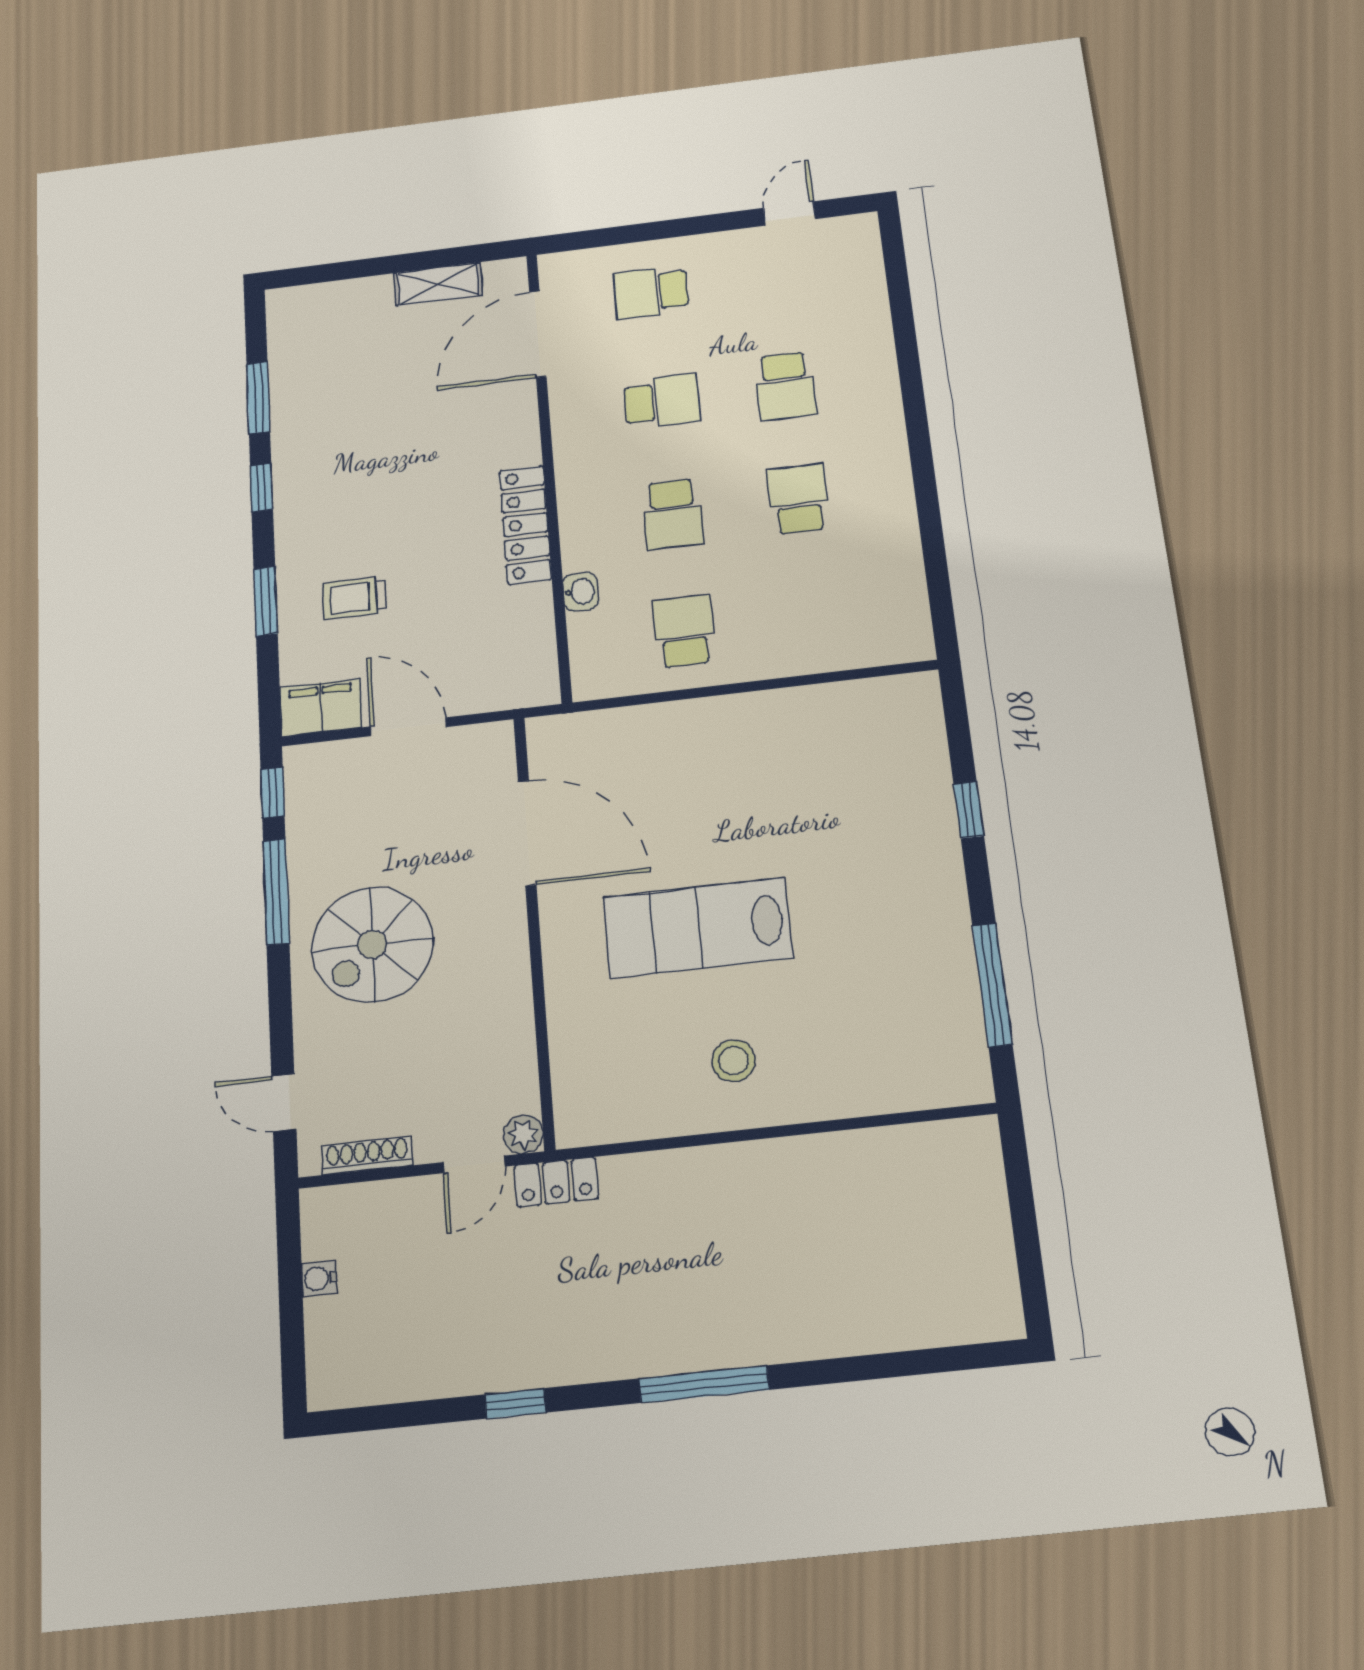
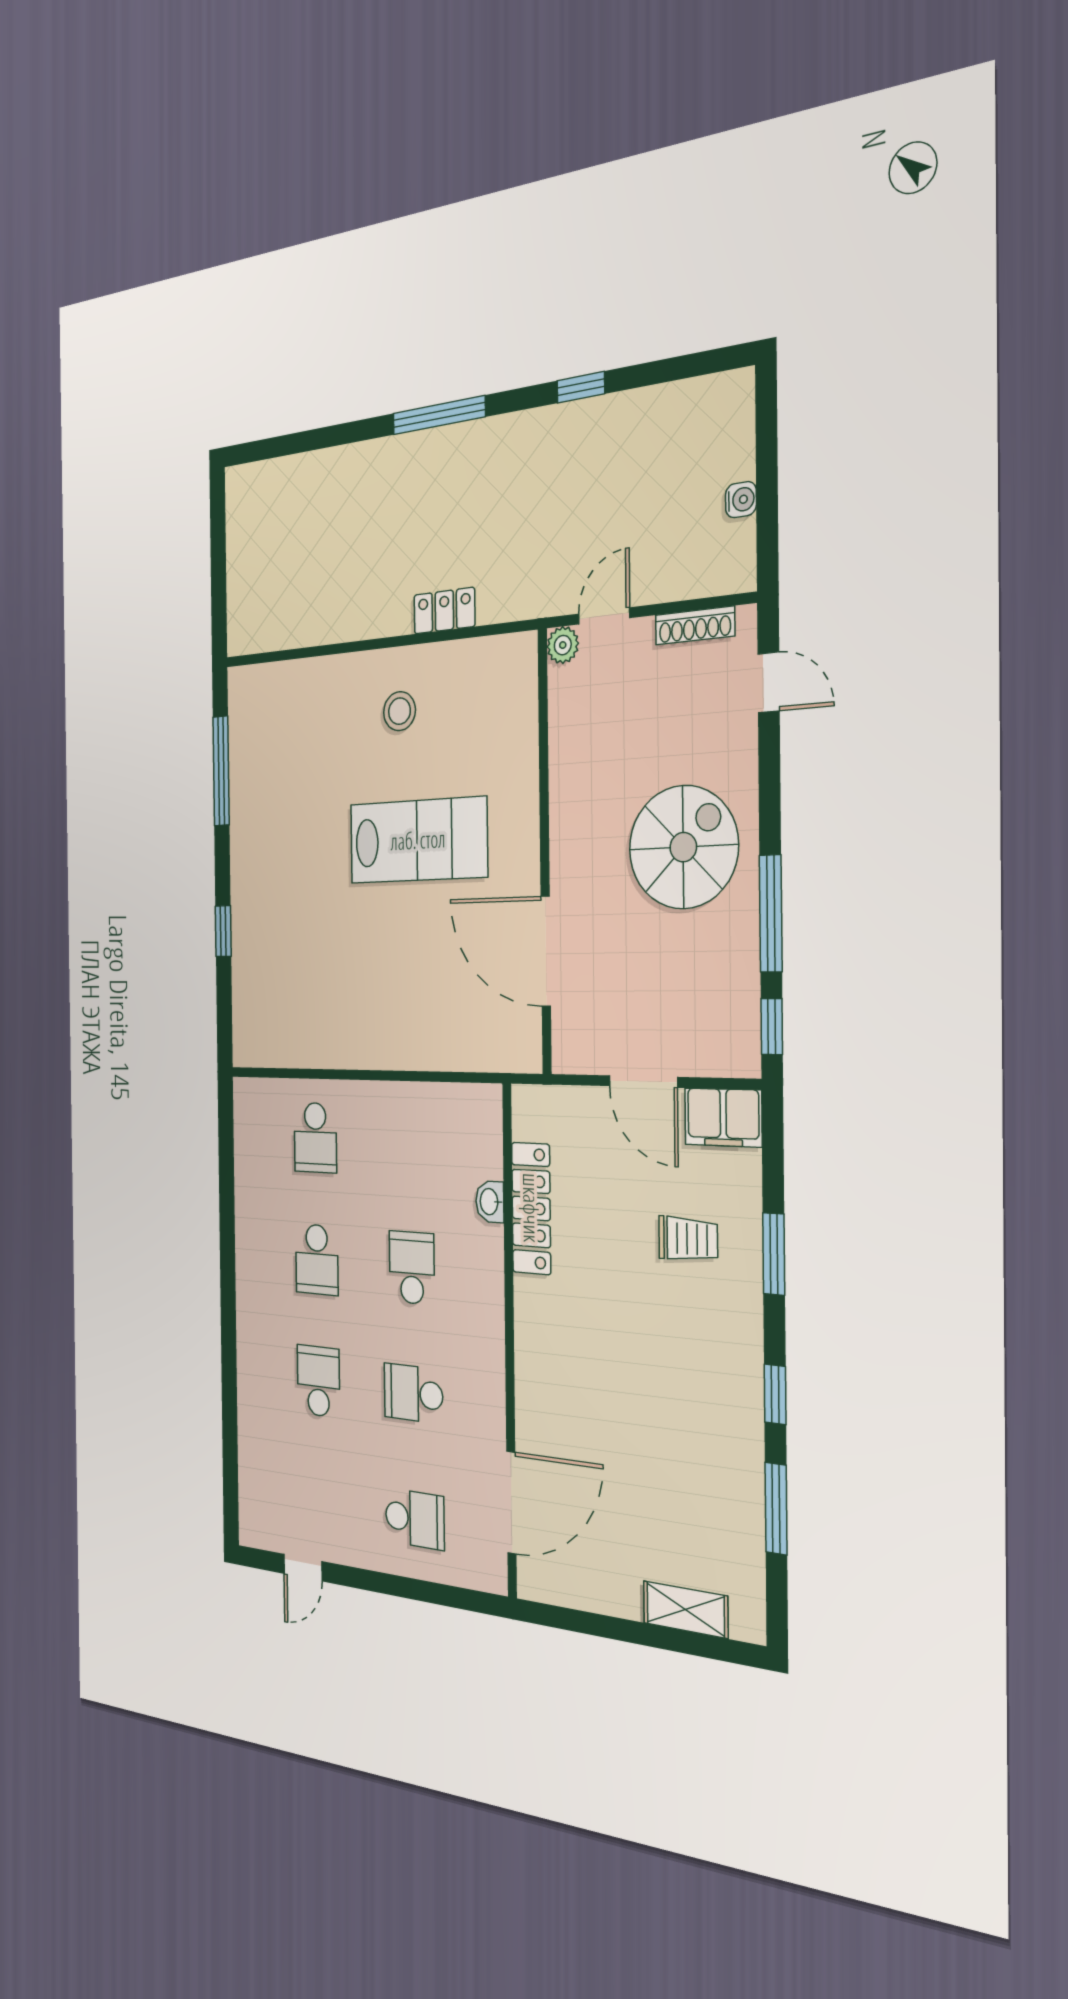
shelving: (438, 284) -> (686, 1610), moved
locker: (525, 525) -> (531, 1208), moved
school desk: (684, 631) -> (315, 1138), moved
locker: (556, 1182) -> (444, 611), moved

